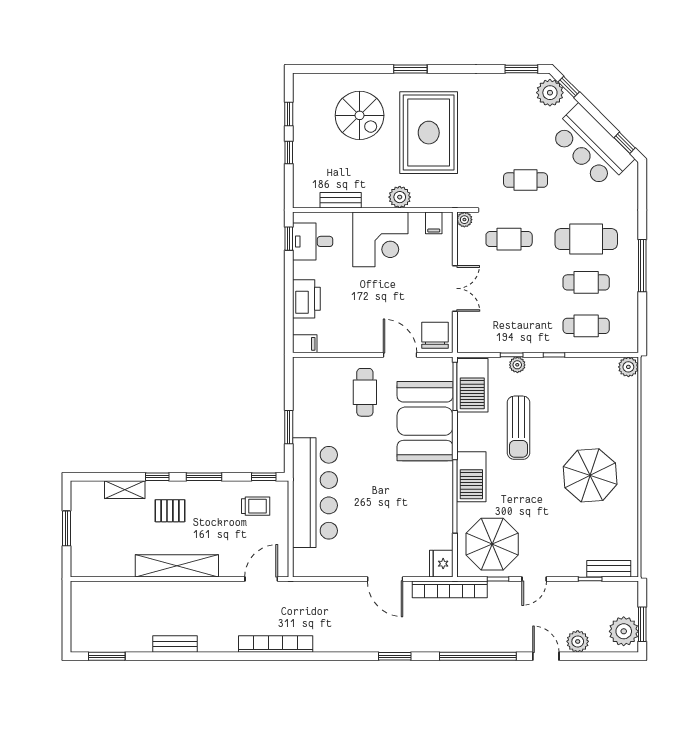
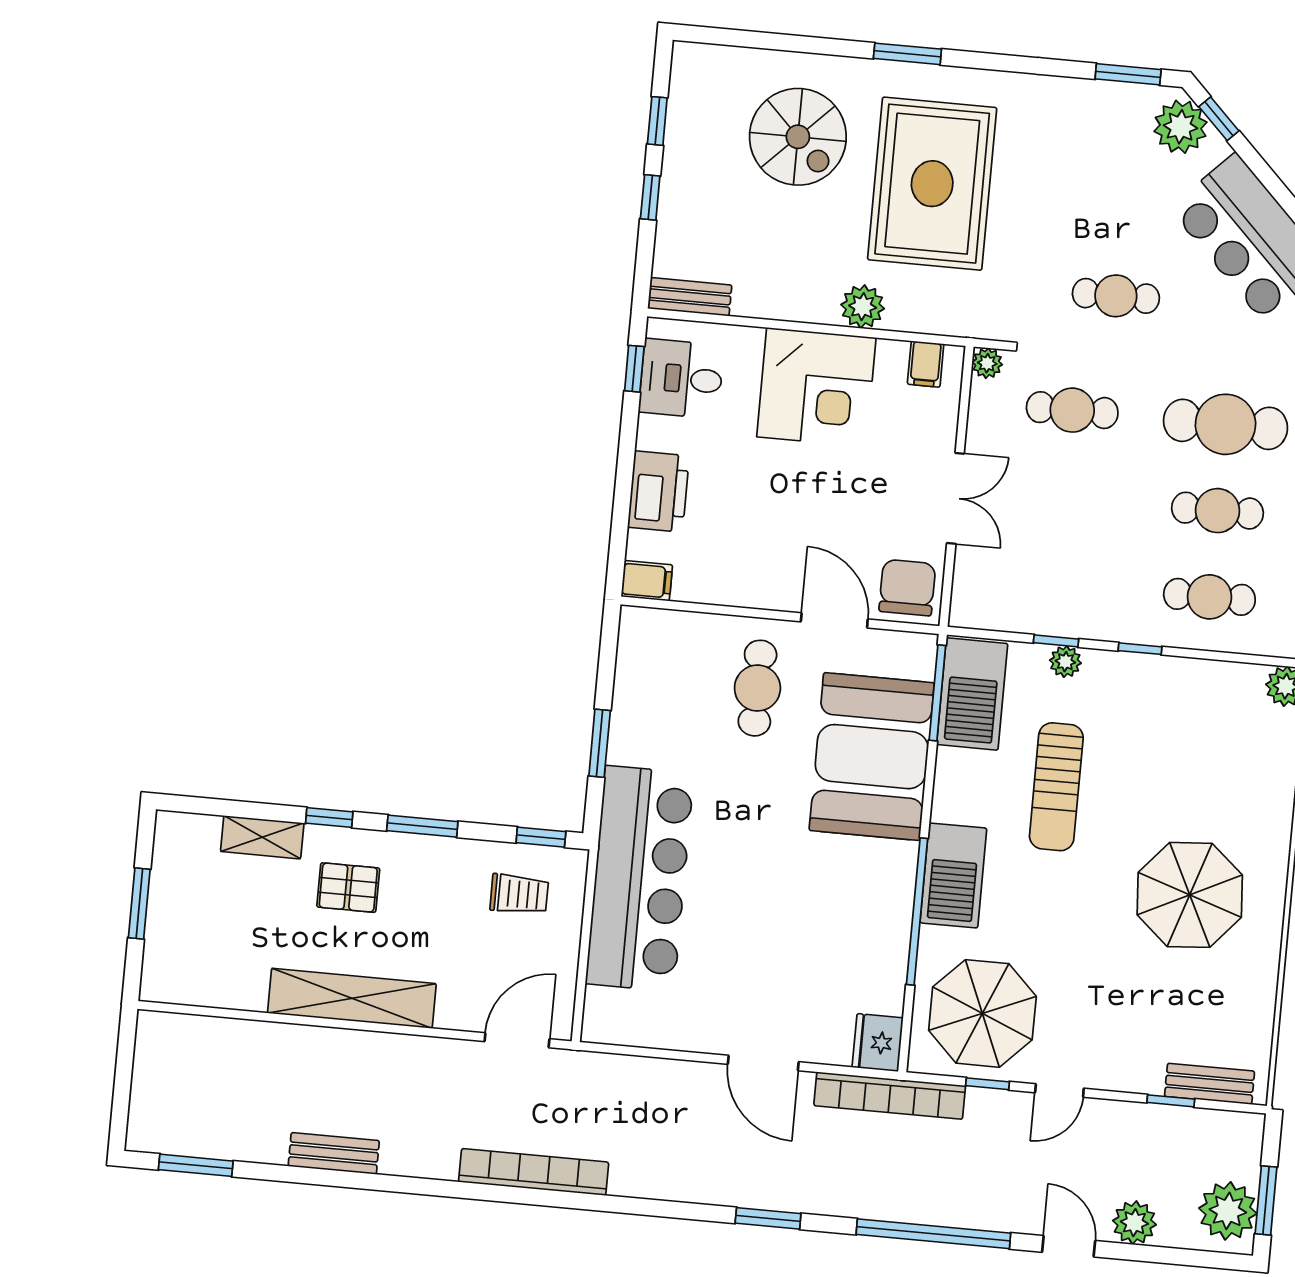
bench: (341, 200) -> (690, 297), moved

